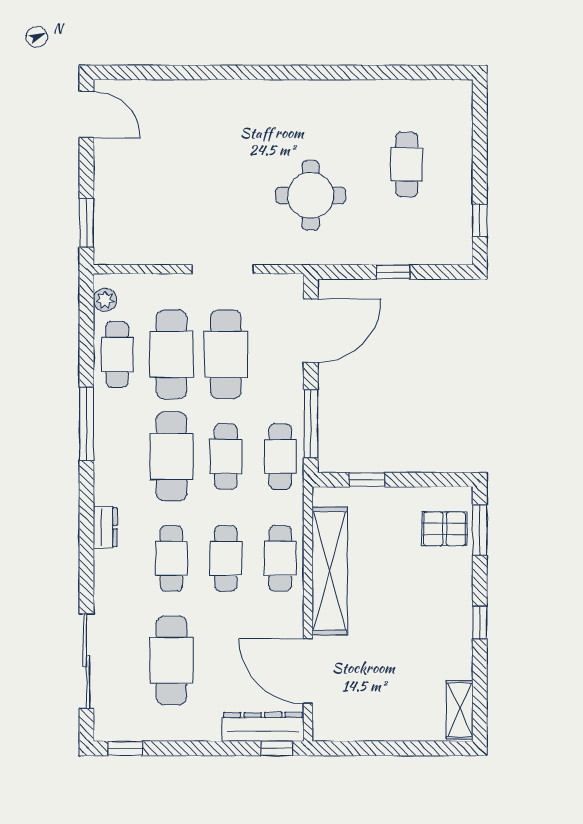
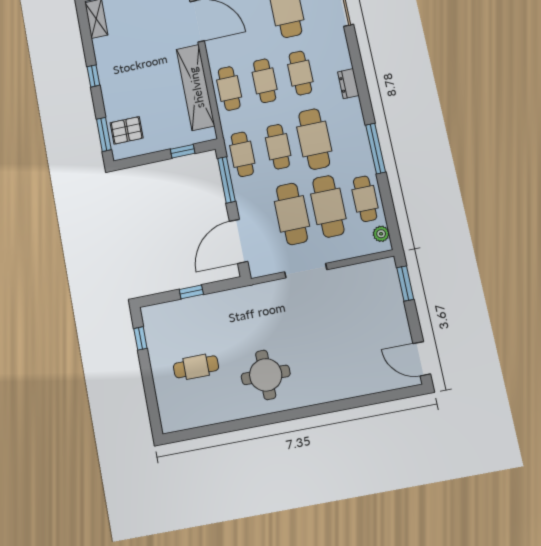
cafe table: (407, 164) -> (196, 367), turned 90
round table: (311, 195) -> (266, 375), moved

